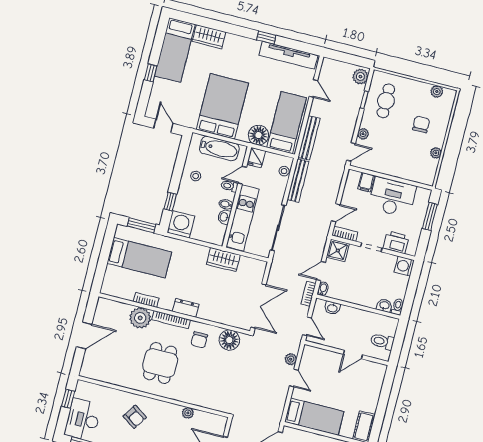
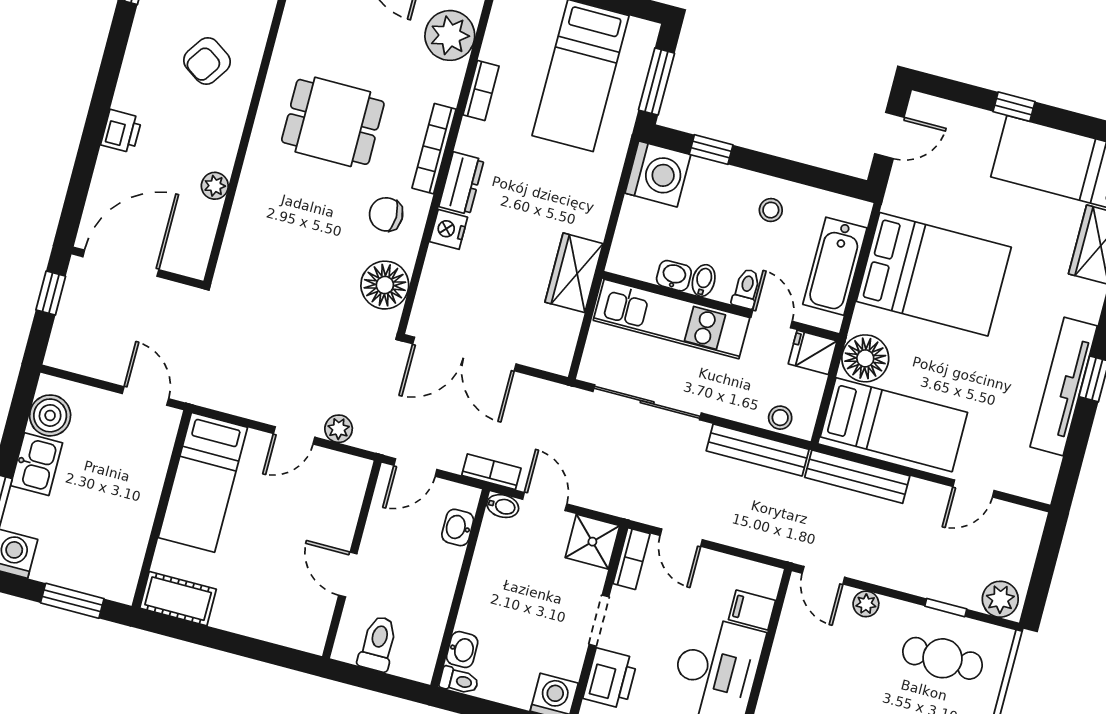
tv unit: (288, 55) -> (1064, 386), moved
nightstand: (205, 313) -> (449, 229), added
plant: (140, 318) -> (450, 35), moved

